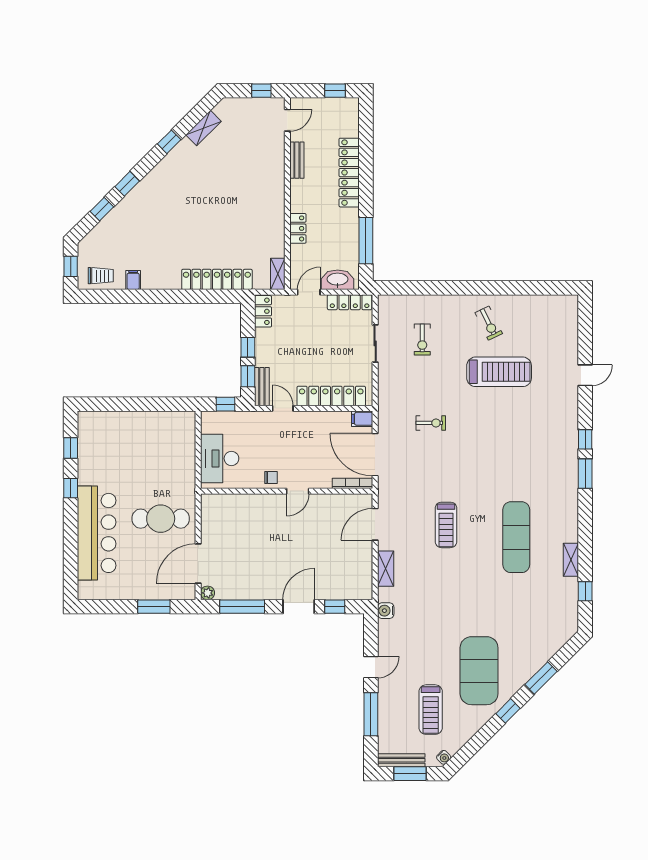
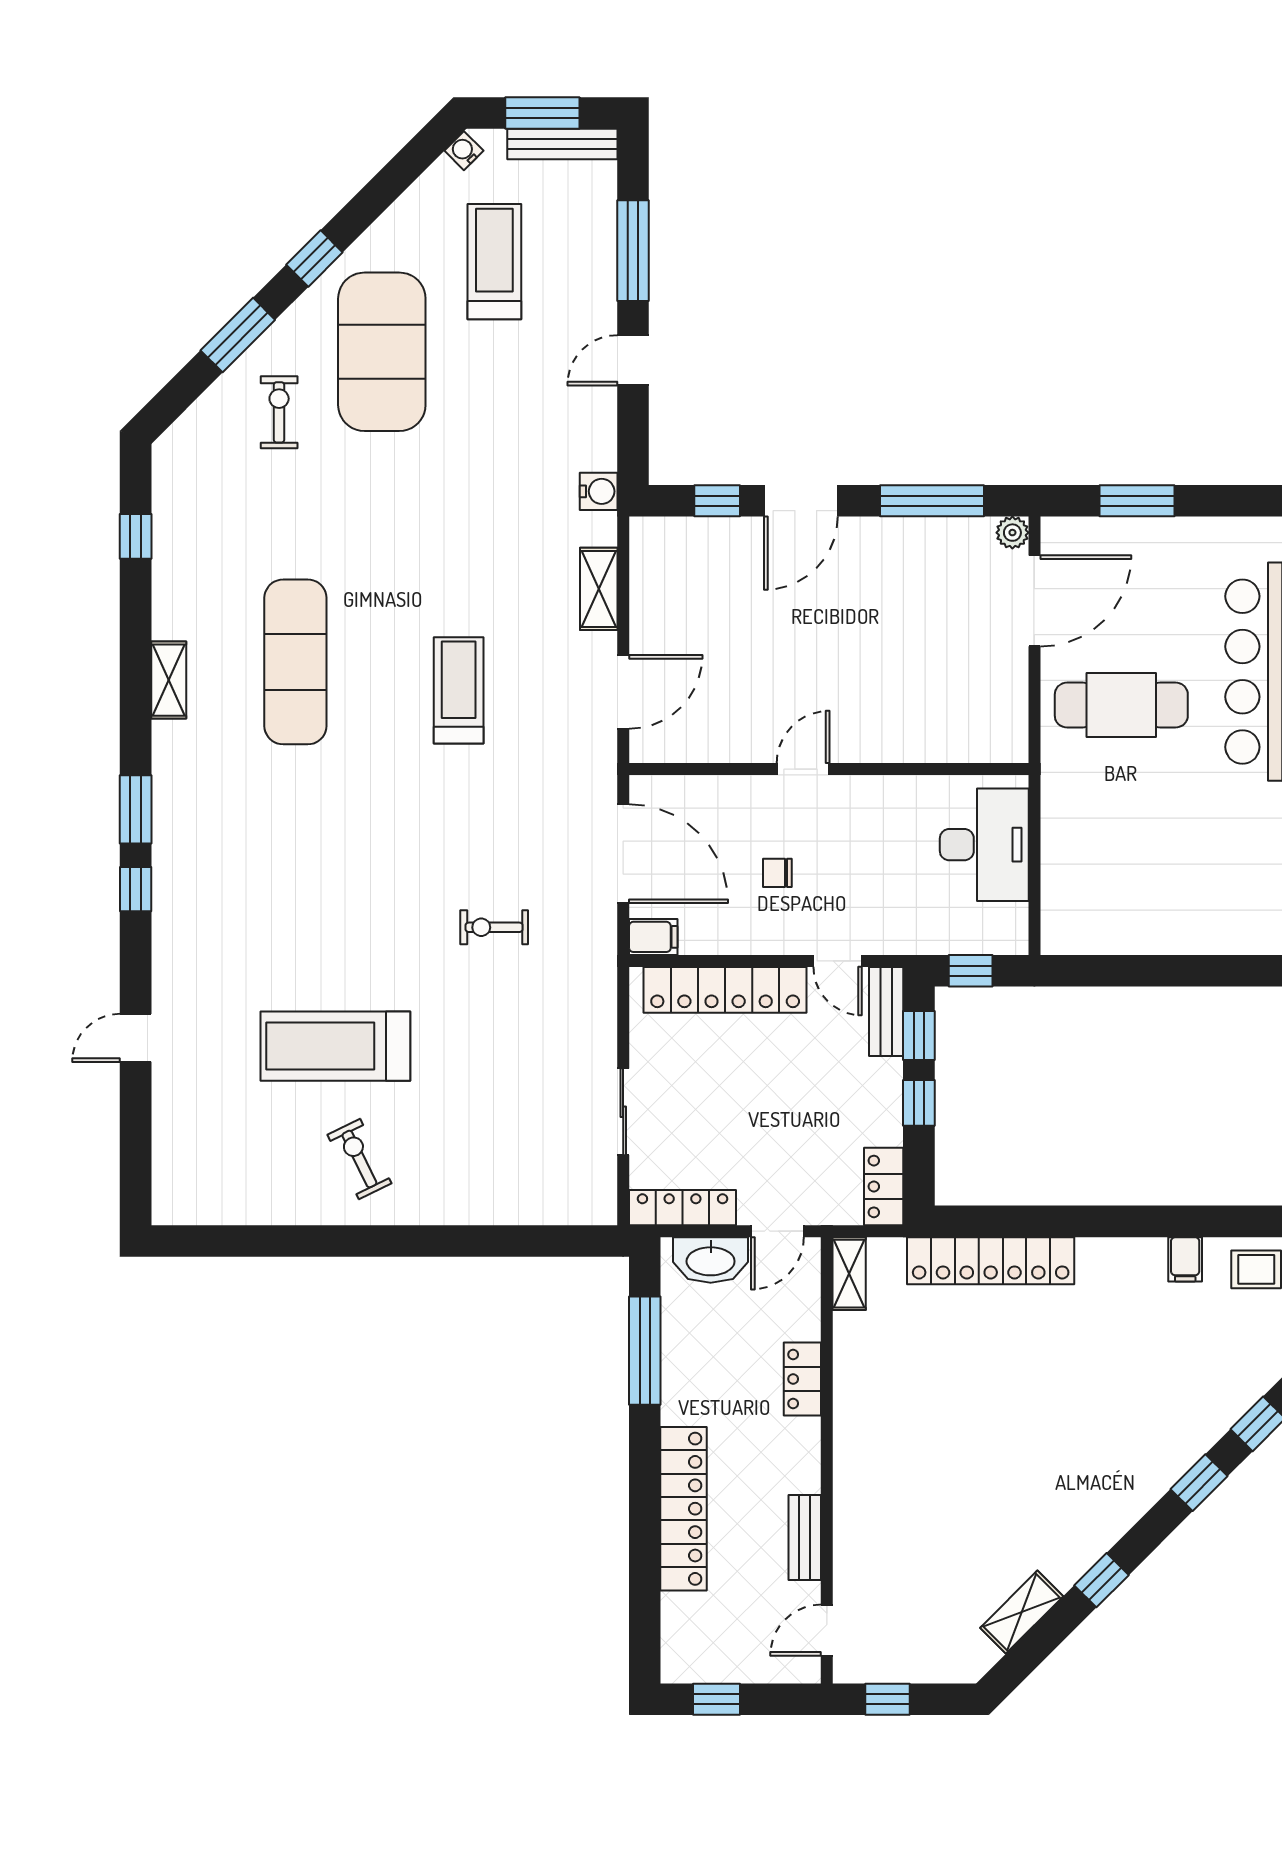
exercise bike: (422, 339) -> (279, 412), moved
chair: (271, 478) -> (777, 873), moved
bookcase: (352, 483) -> (676, 787), removed
shelving: (571, 560) -> (169, 680), moved

